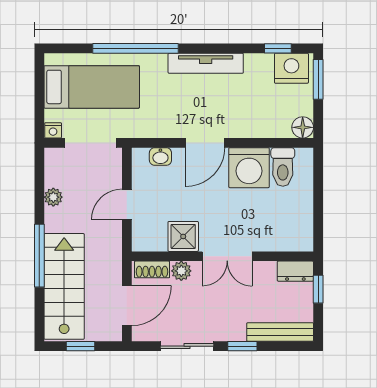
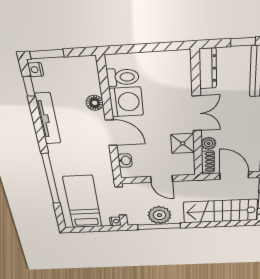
tv unit: (206, 63) -> (48, 119), moved
nightstand: (291, 68) -> (36, 70), width x0.53, depth x0.56
floor lamp: (303, 127) -> (95, 103), moved
plant: (53, 197) -> (160, 215), width x1.88, depth x1.88
window: (39, 256) -> (159, 226), moved
dresser: (295, 271) -> (208, 69), width x1.44
window: (318, 289) -> (243, 42), moved

